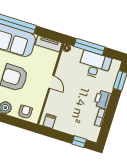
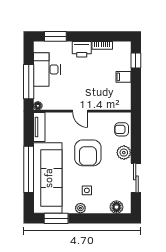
door: (51, 82) -> (80, 111), swing flipped
filing cabinet: (49, 121) -> (123, 77), moved

